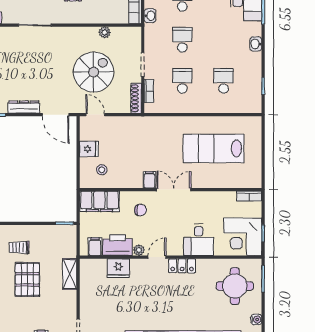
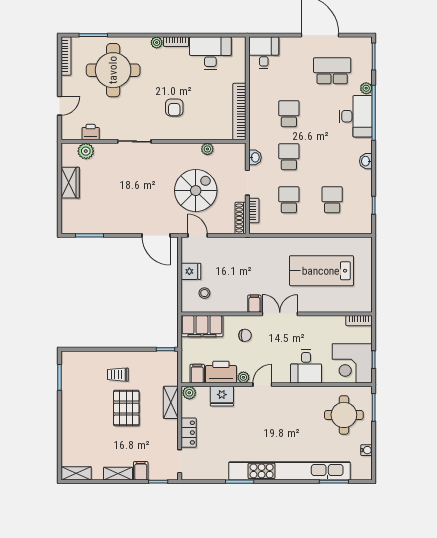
washbasin: (150, 16) -> (255, 157), moved
dresser: (24, 107) -> (123, 227), removed
plant: (87, 265) -> (189, 393), added
locker: (182, 266) -> (189, 433), moved, turned -90

